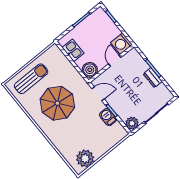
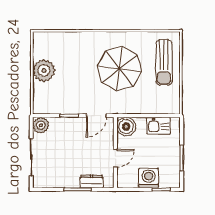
washing machine: (121, 44) -> (149, 178), moved
door: (115, 61) -> (115, 158), hinge flipped
dresser: (153, 78) -> (92, 182), moved
barbecue: (108, 117) -> (66, 107), removed
plant: (85, 158) -> (44, 71), moved

